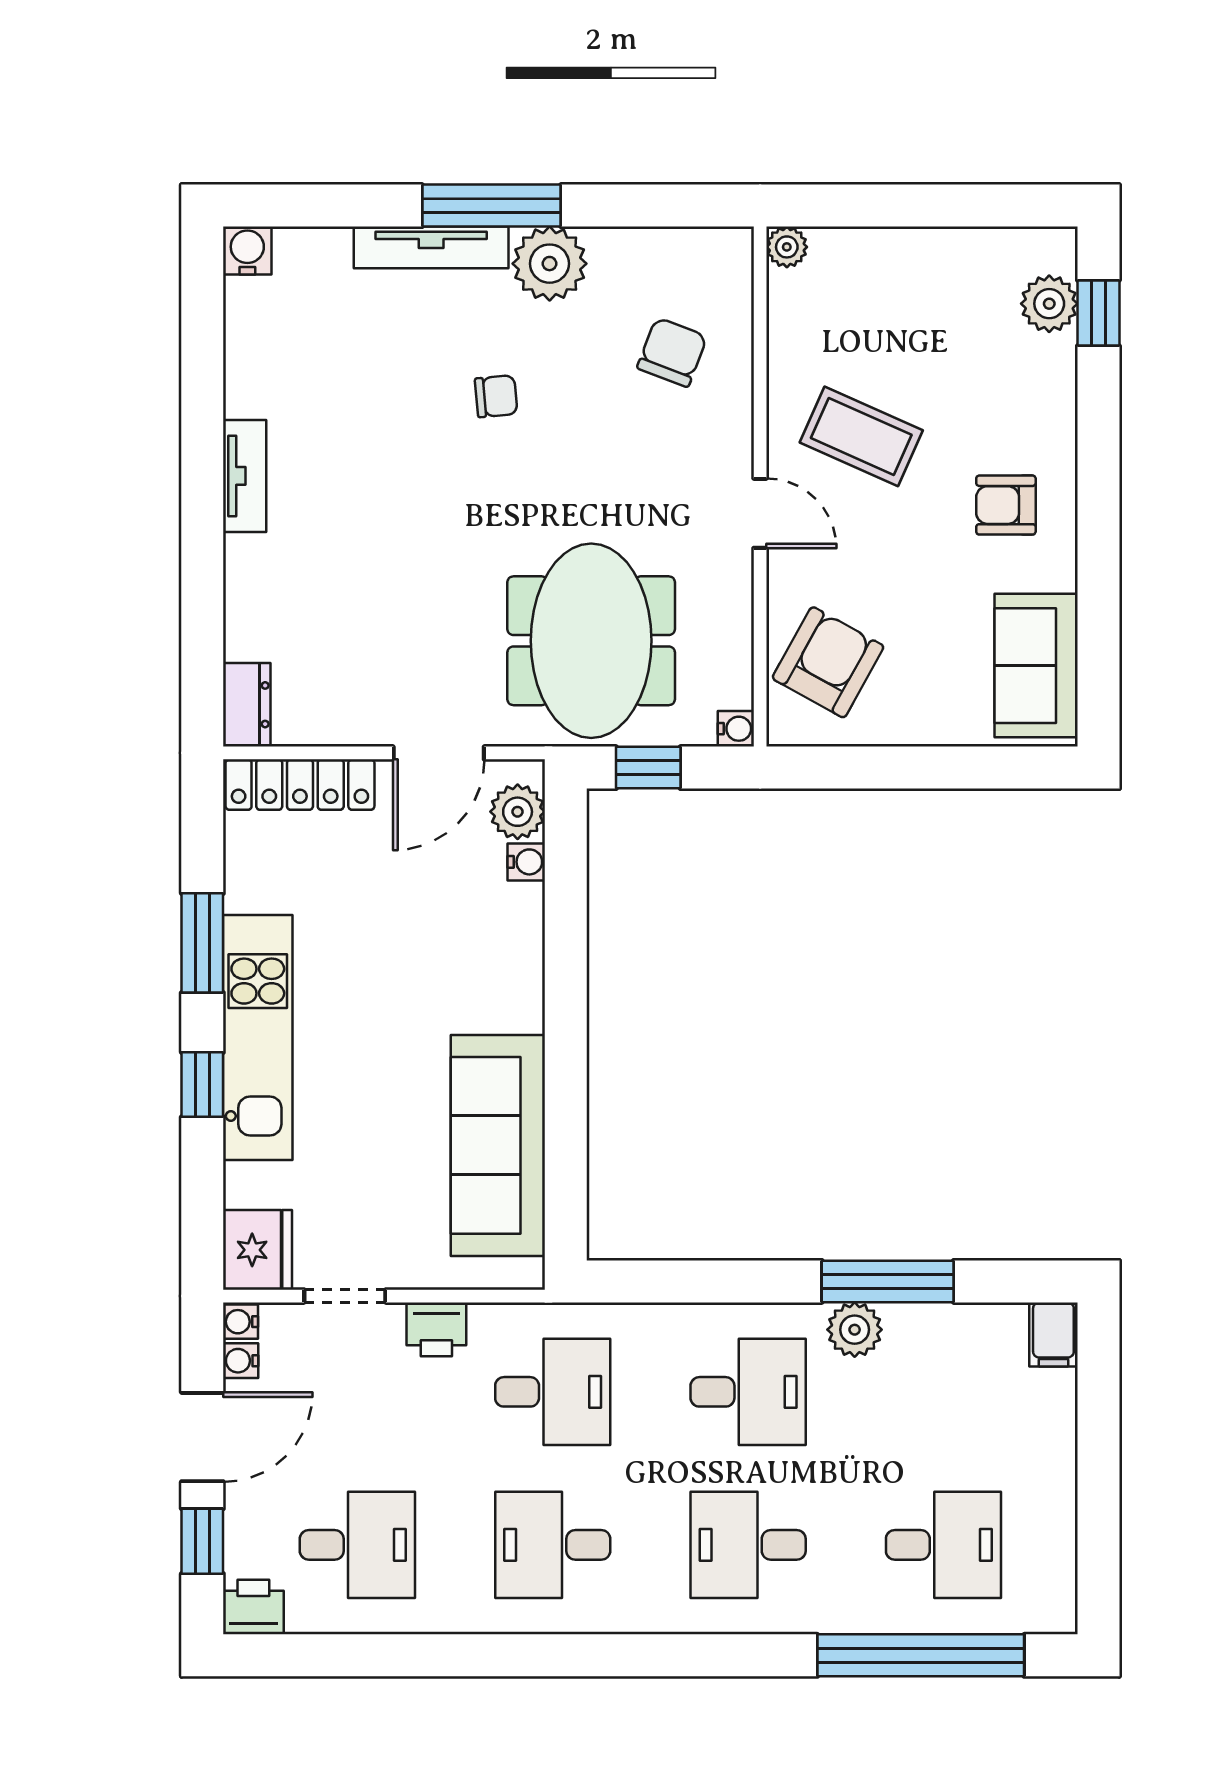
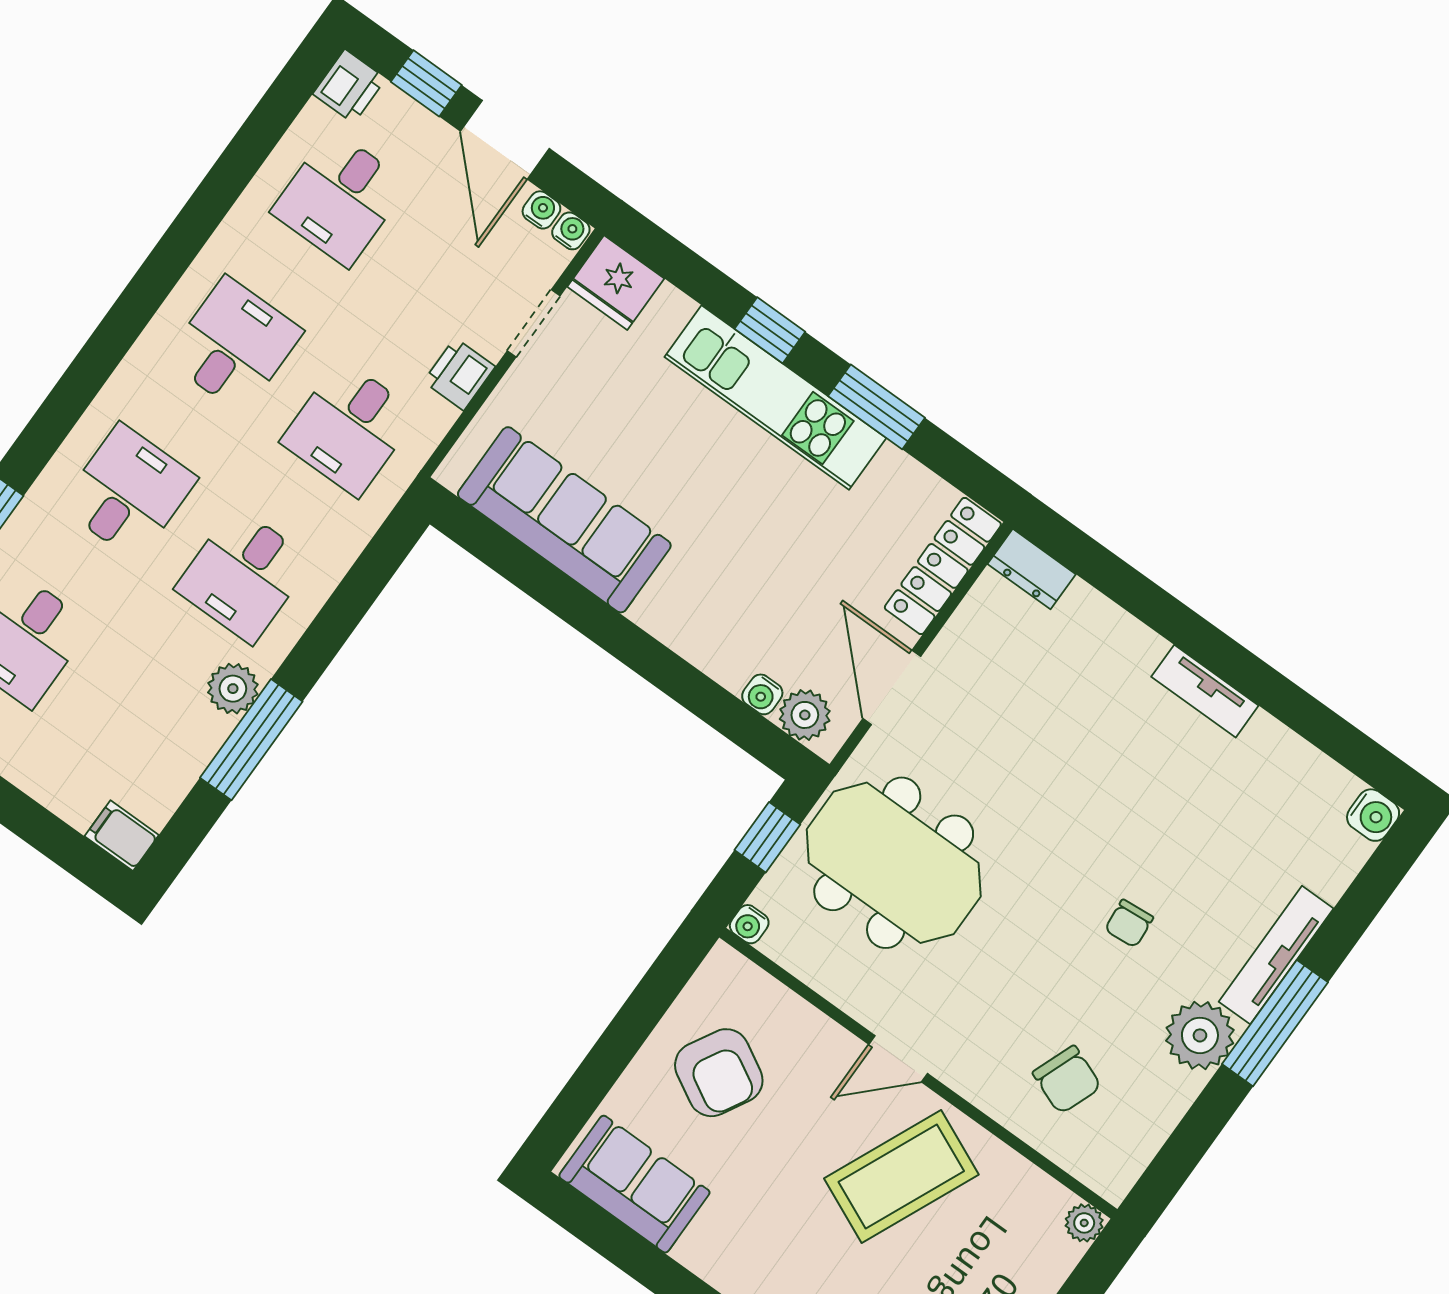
coffee table: (861, 436) -> (901, 1177), width x1.36, depth x1.32
armchair: (1006, 505) -> (771, 1248), removed
armchair: (828, 662) -> (719, 1073), moved

